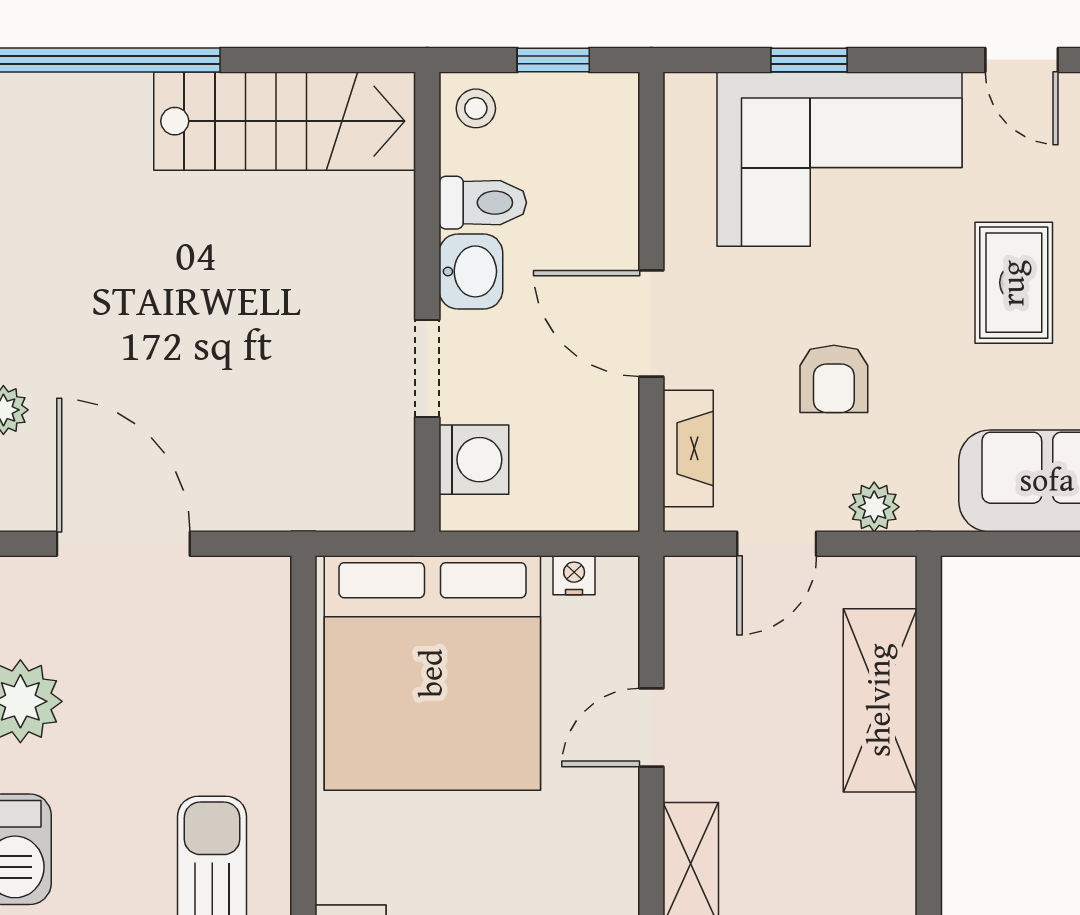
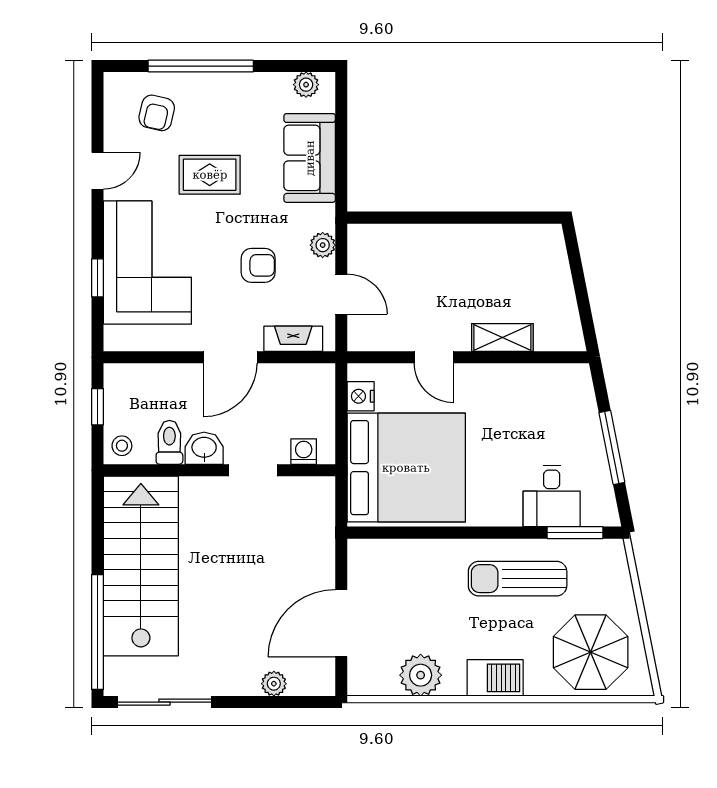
stairs: (285, 121) -> (141, 566), width x1.36, depth x1.51
washing machine: (474, 460) -> (304, 452), width x0.73, depth x0.73
nightstand: (574, 575) -> (361, 396), width x1.39, depth x1.35
shelving: (880, 700) -> (420, 242), removed

